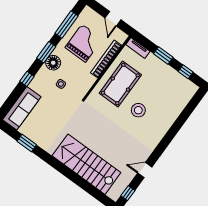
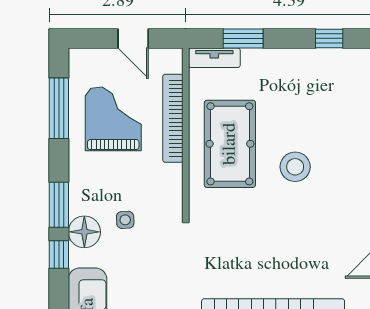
window: (46, 52) -> (59, 205), moved
window: (163, 55) -> (243, 38), moved
floor lamp: (53, 63) -> (84, 232), moved

